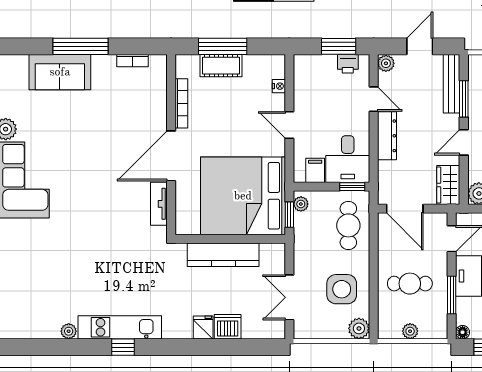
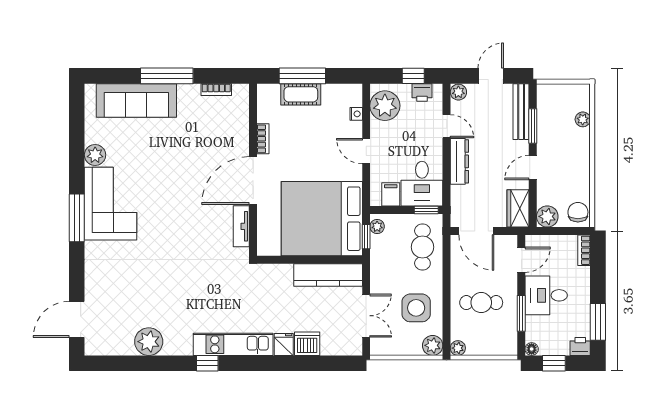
window: (339, 46) -> (413, 76), width x0.67
sofa: (60, 72) -> (136, 100), width x1.36
plant: (309, 78) -> (385, 106), added
bookcase: (181, 103) -> (263, 139), width x0.64
kitchen counter: (223, 255) -> (328, 275), moved
double door: (289, 297) -> (366, 316), swing flipped
kitchen unit: (120, 327) -> (233, 344), moved
plant: (69, 331) -> (149, 342), width x1.88, depth x1.88
plant: (410, 331) -> (458, 348), moved

